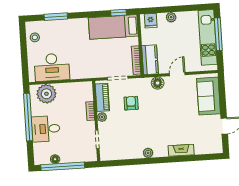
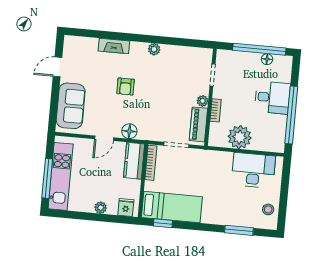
plant: (46, 94) -> (240, 137), moved
armchair: (131, 103) -> (126, 87), moved

